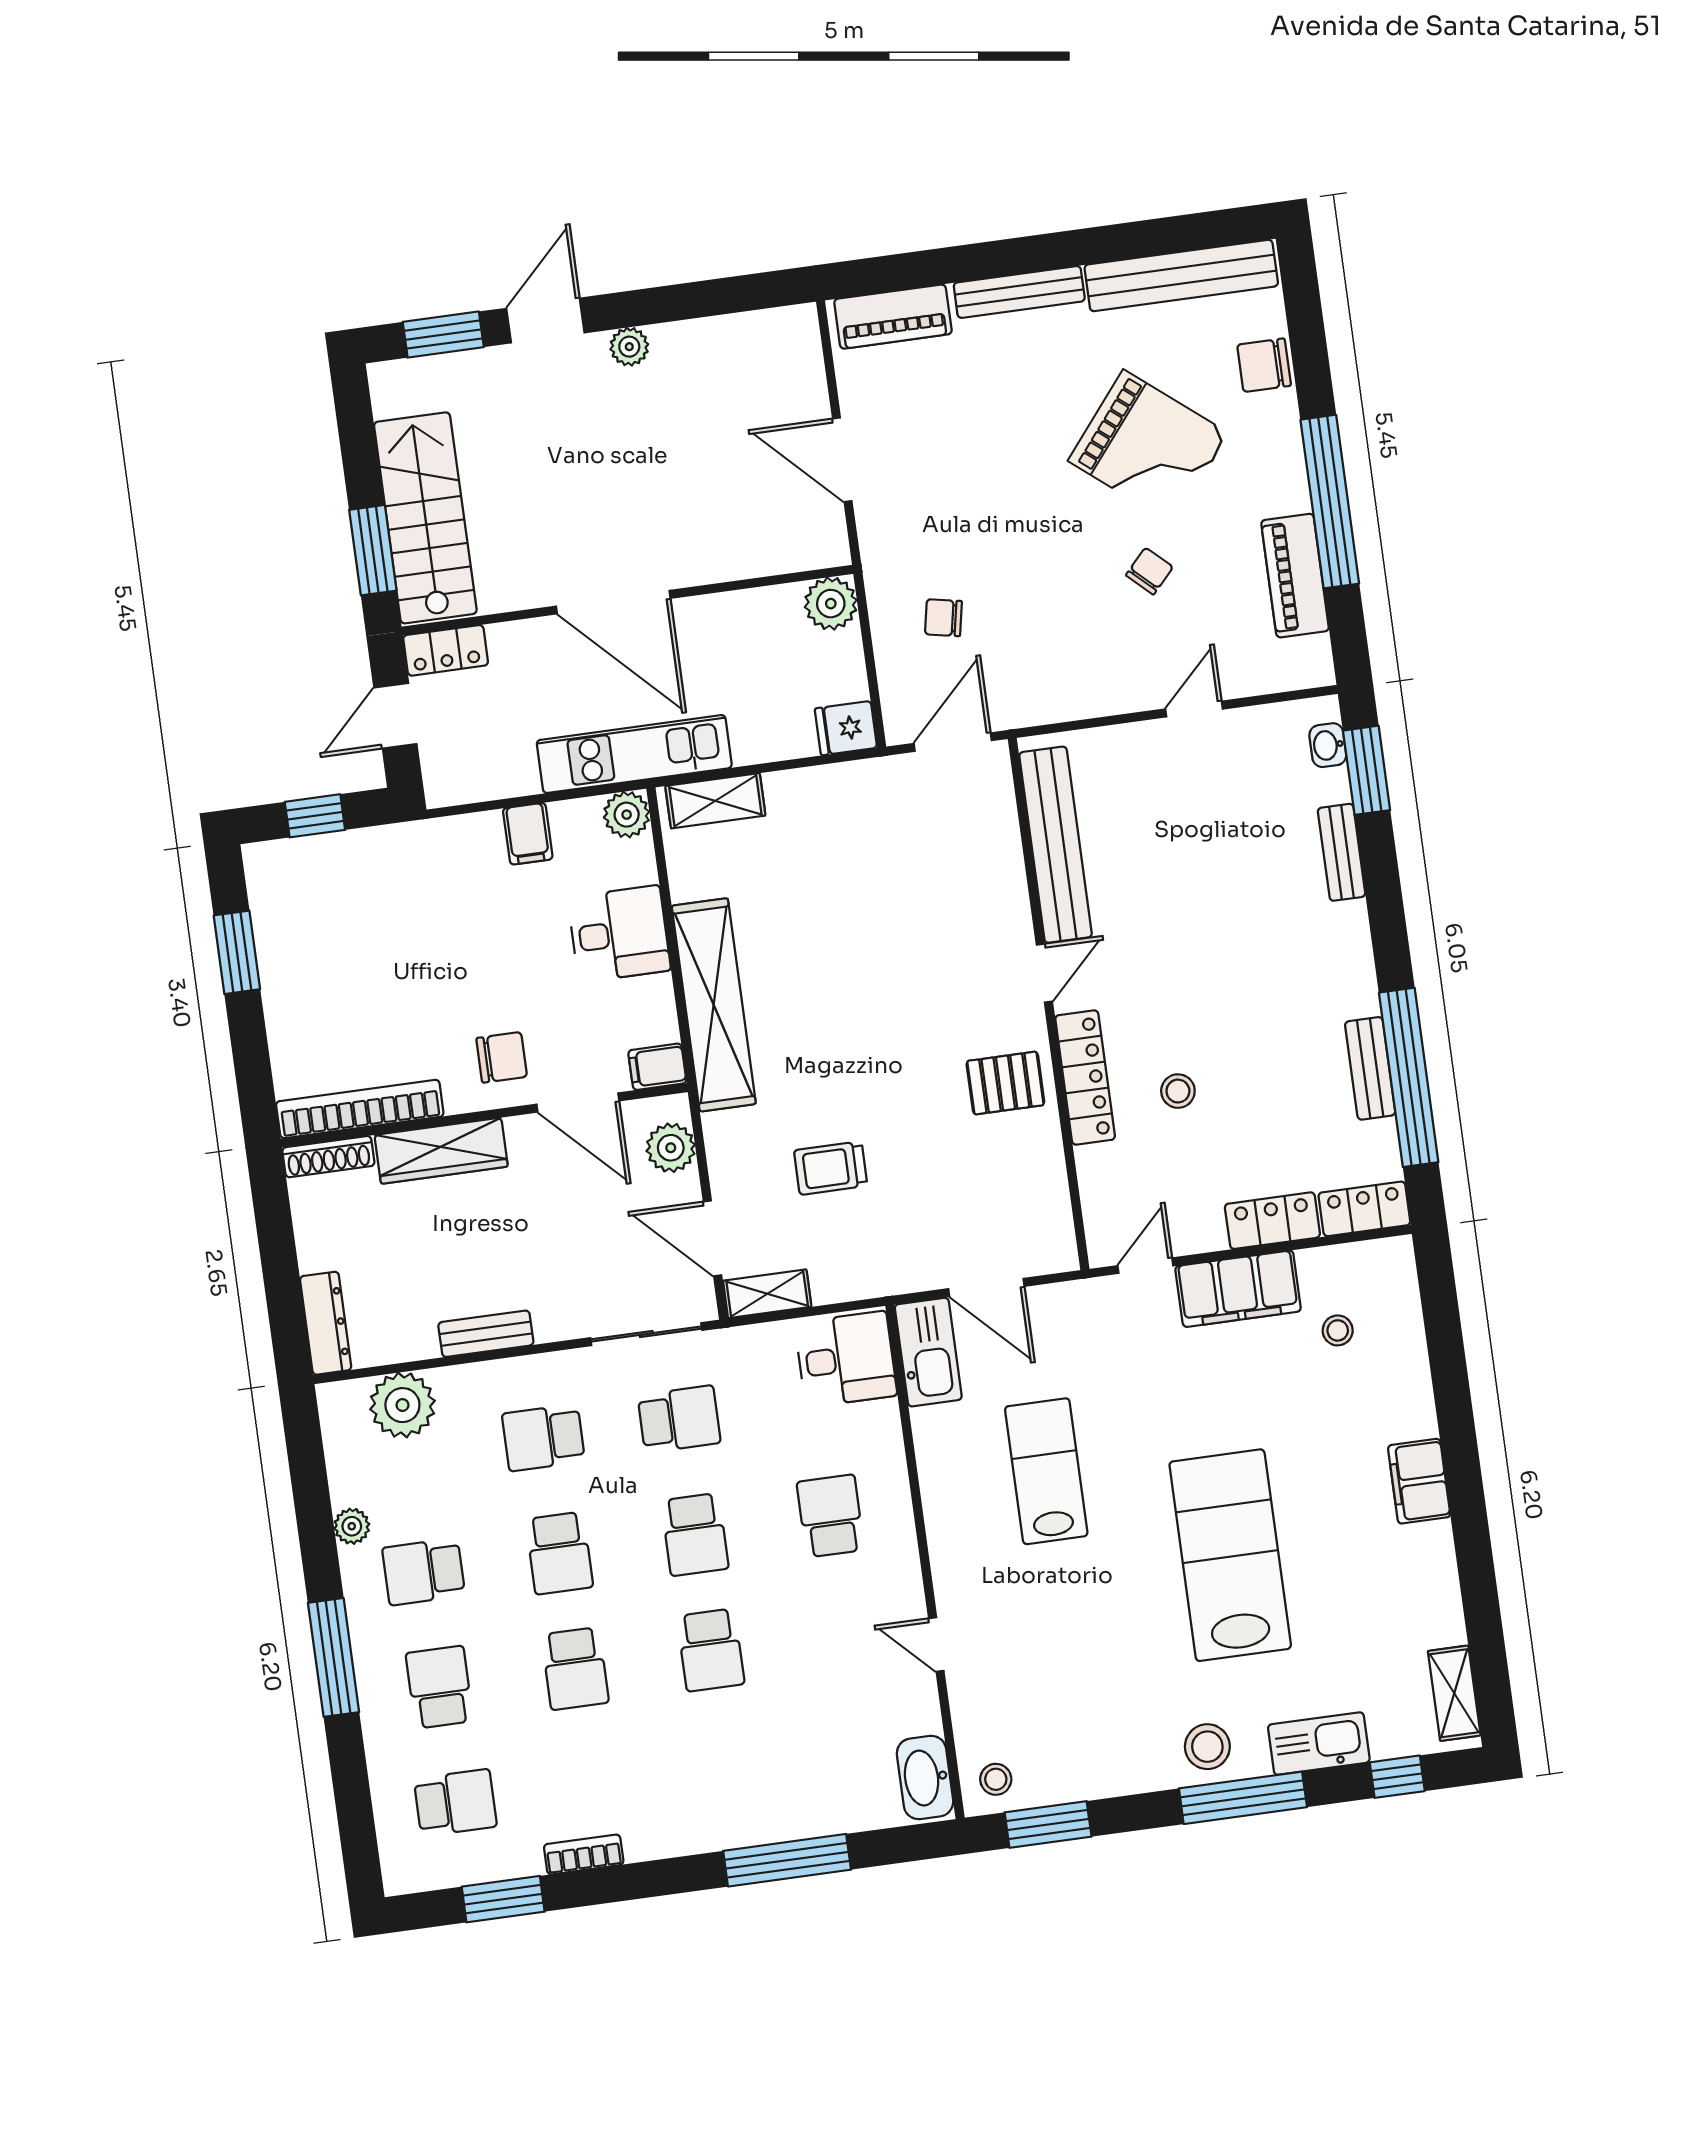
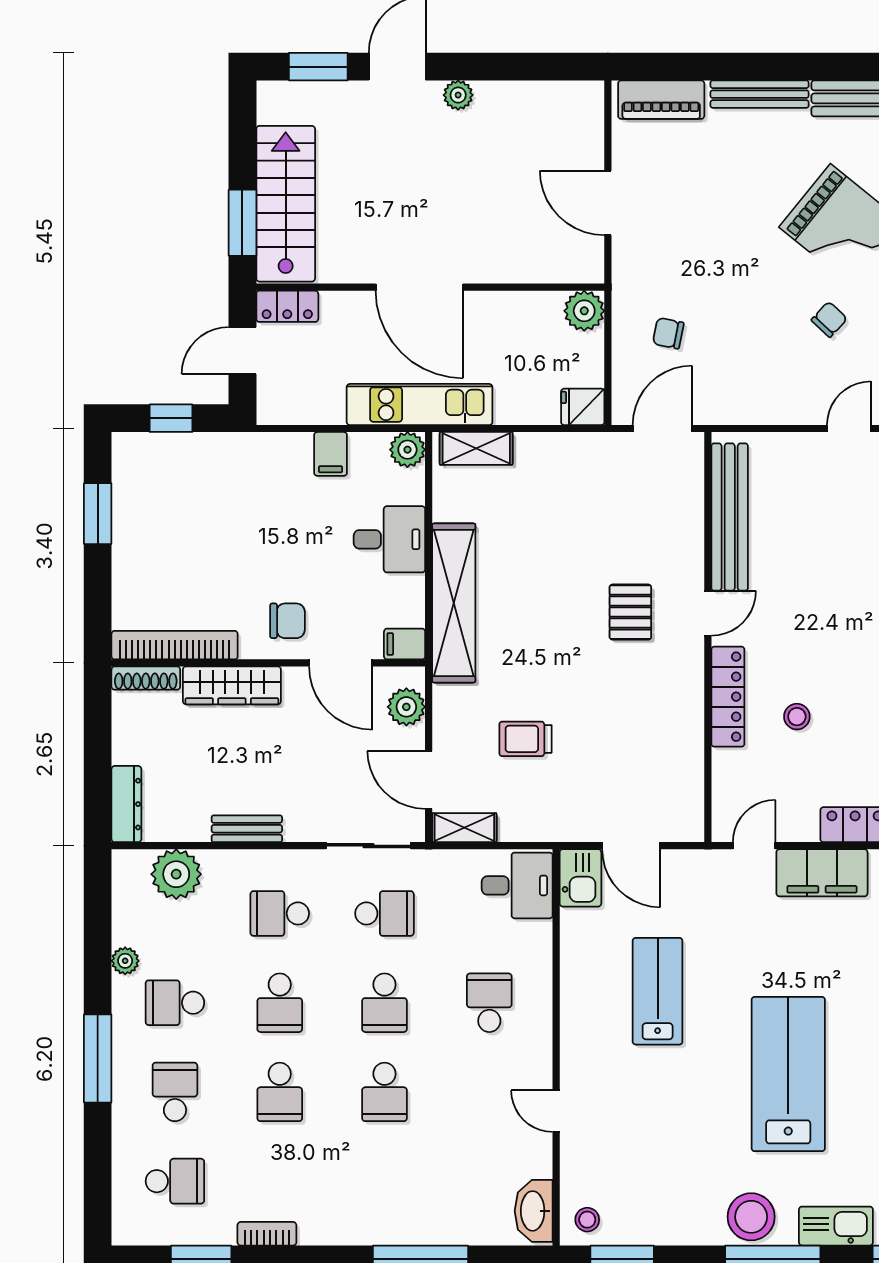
pallet: (1005, 1083) -> (630, 612), moved, turned 90
kitchen sink: (928, 1352) -> (580, 878), width x0.73
stool: (1207, 1747) -> (751, 1217), width x1.38, depth x1.38

